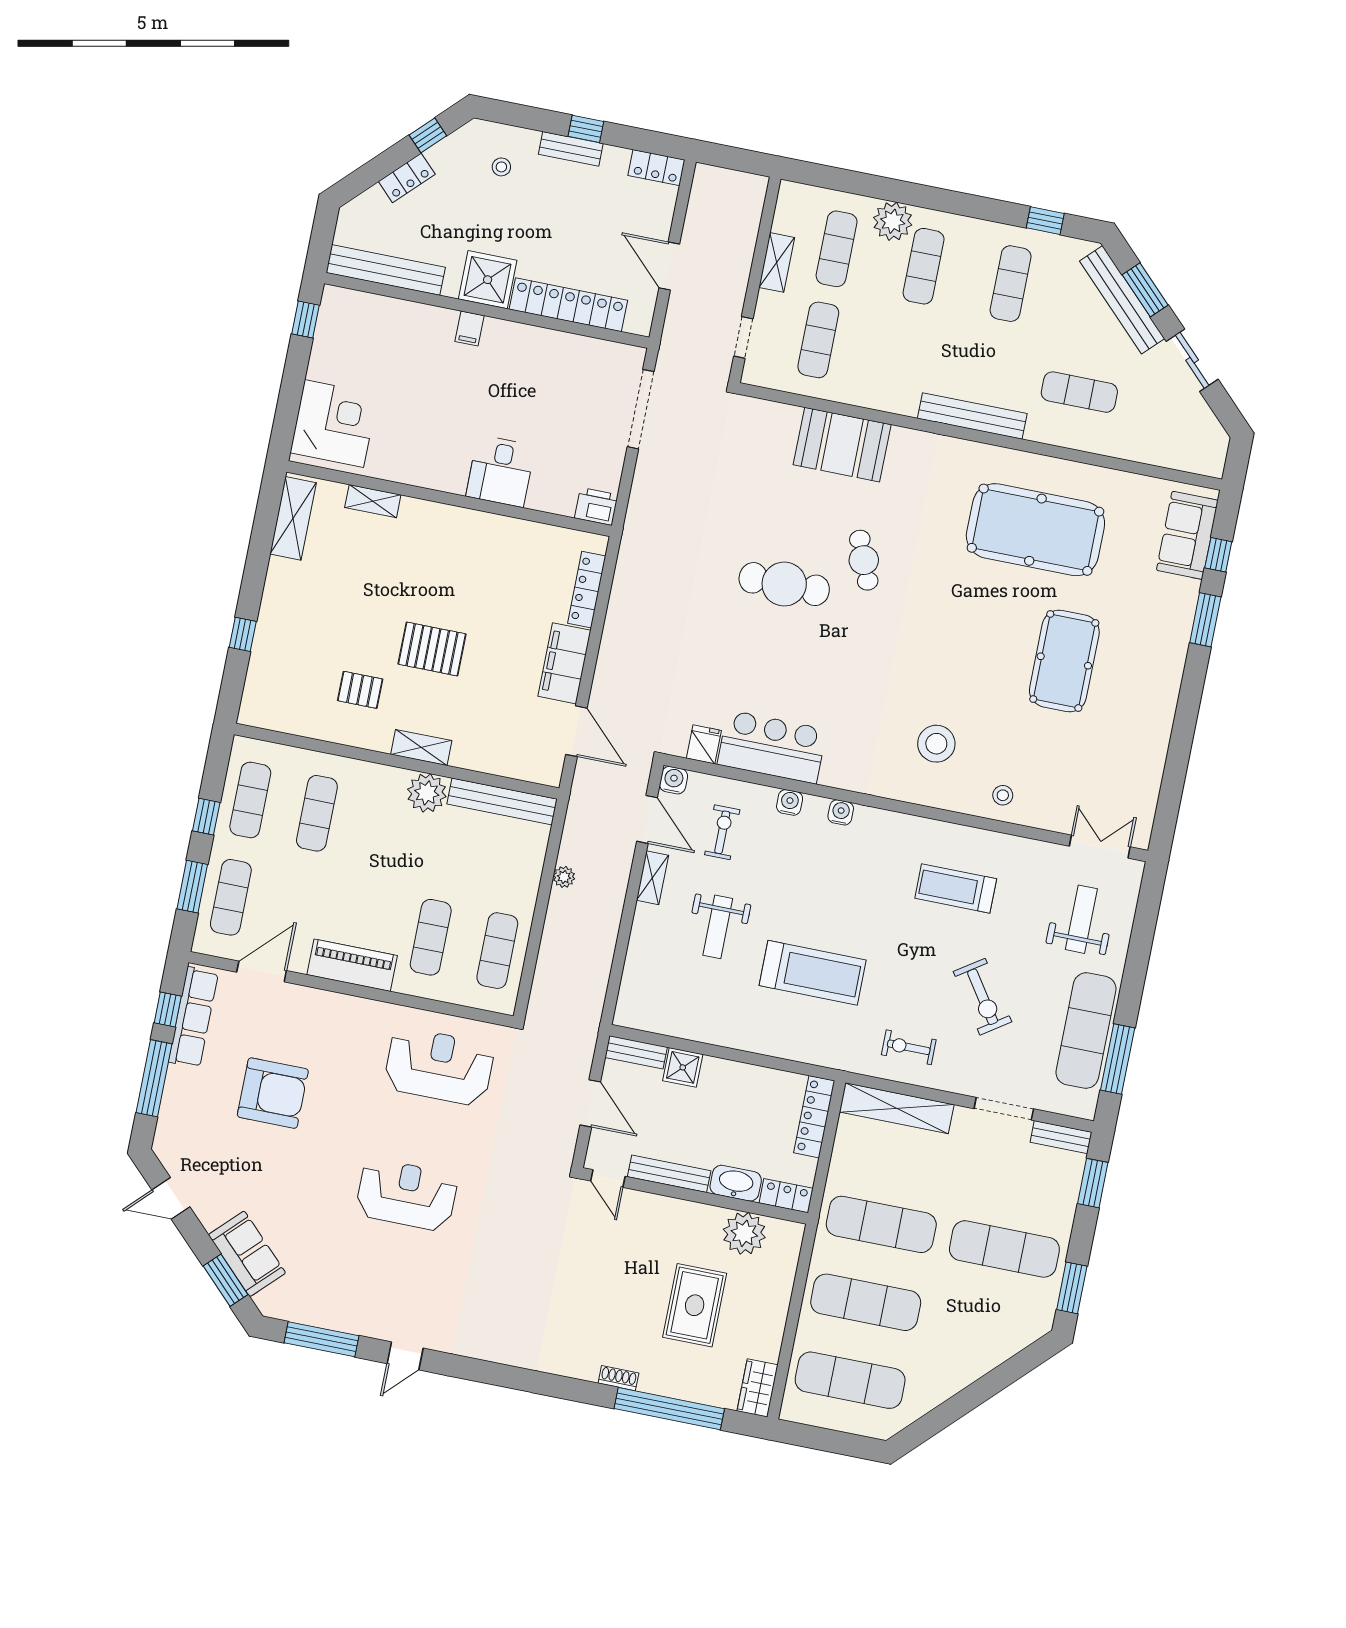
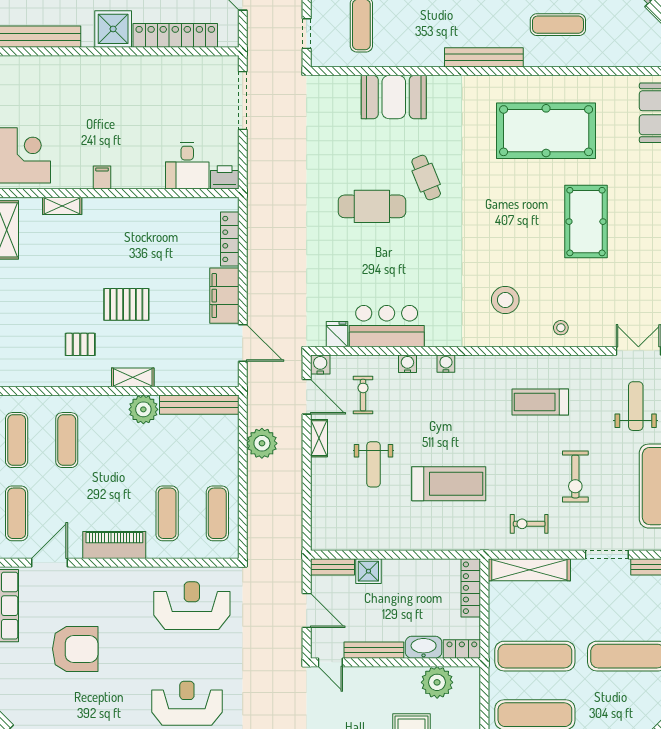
filing cabinet: (470, 328) -> (102, 178), moved, turned 180
desk: (501, 471) -> (187, 166), moved
plant: (564, 877) -> (262, 443), width x1.87, depth x1.87
exercise bike: (983, 997) -> (575, 477), turned 34

